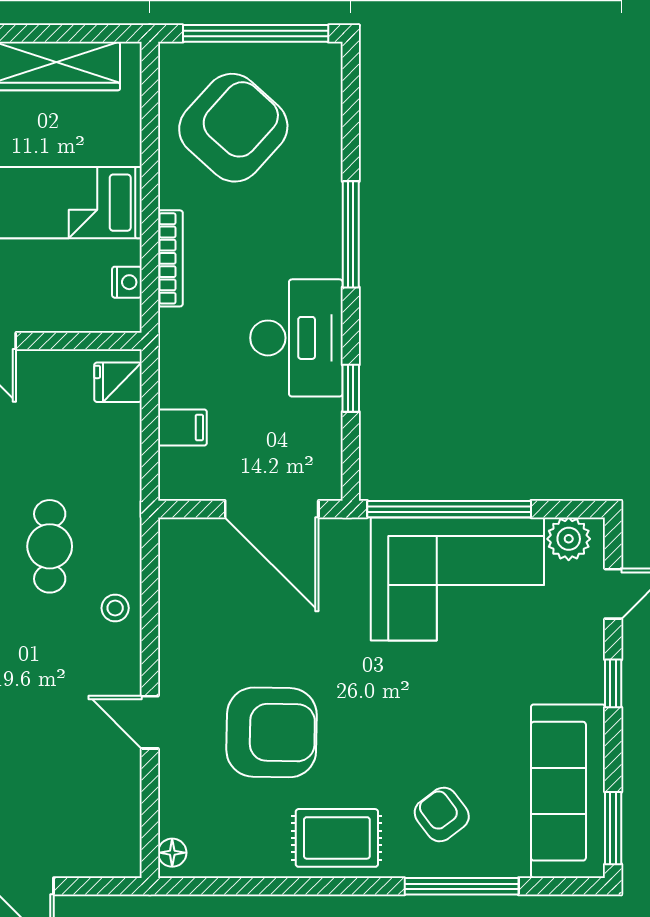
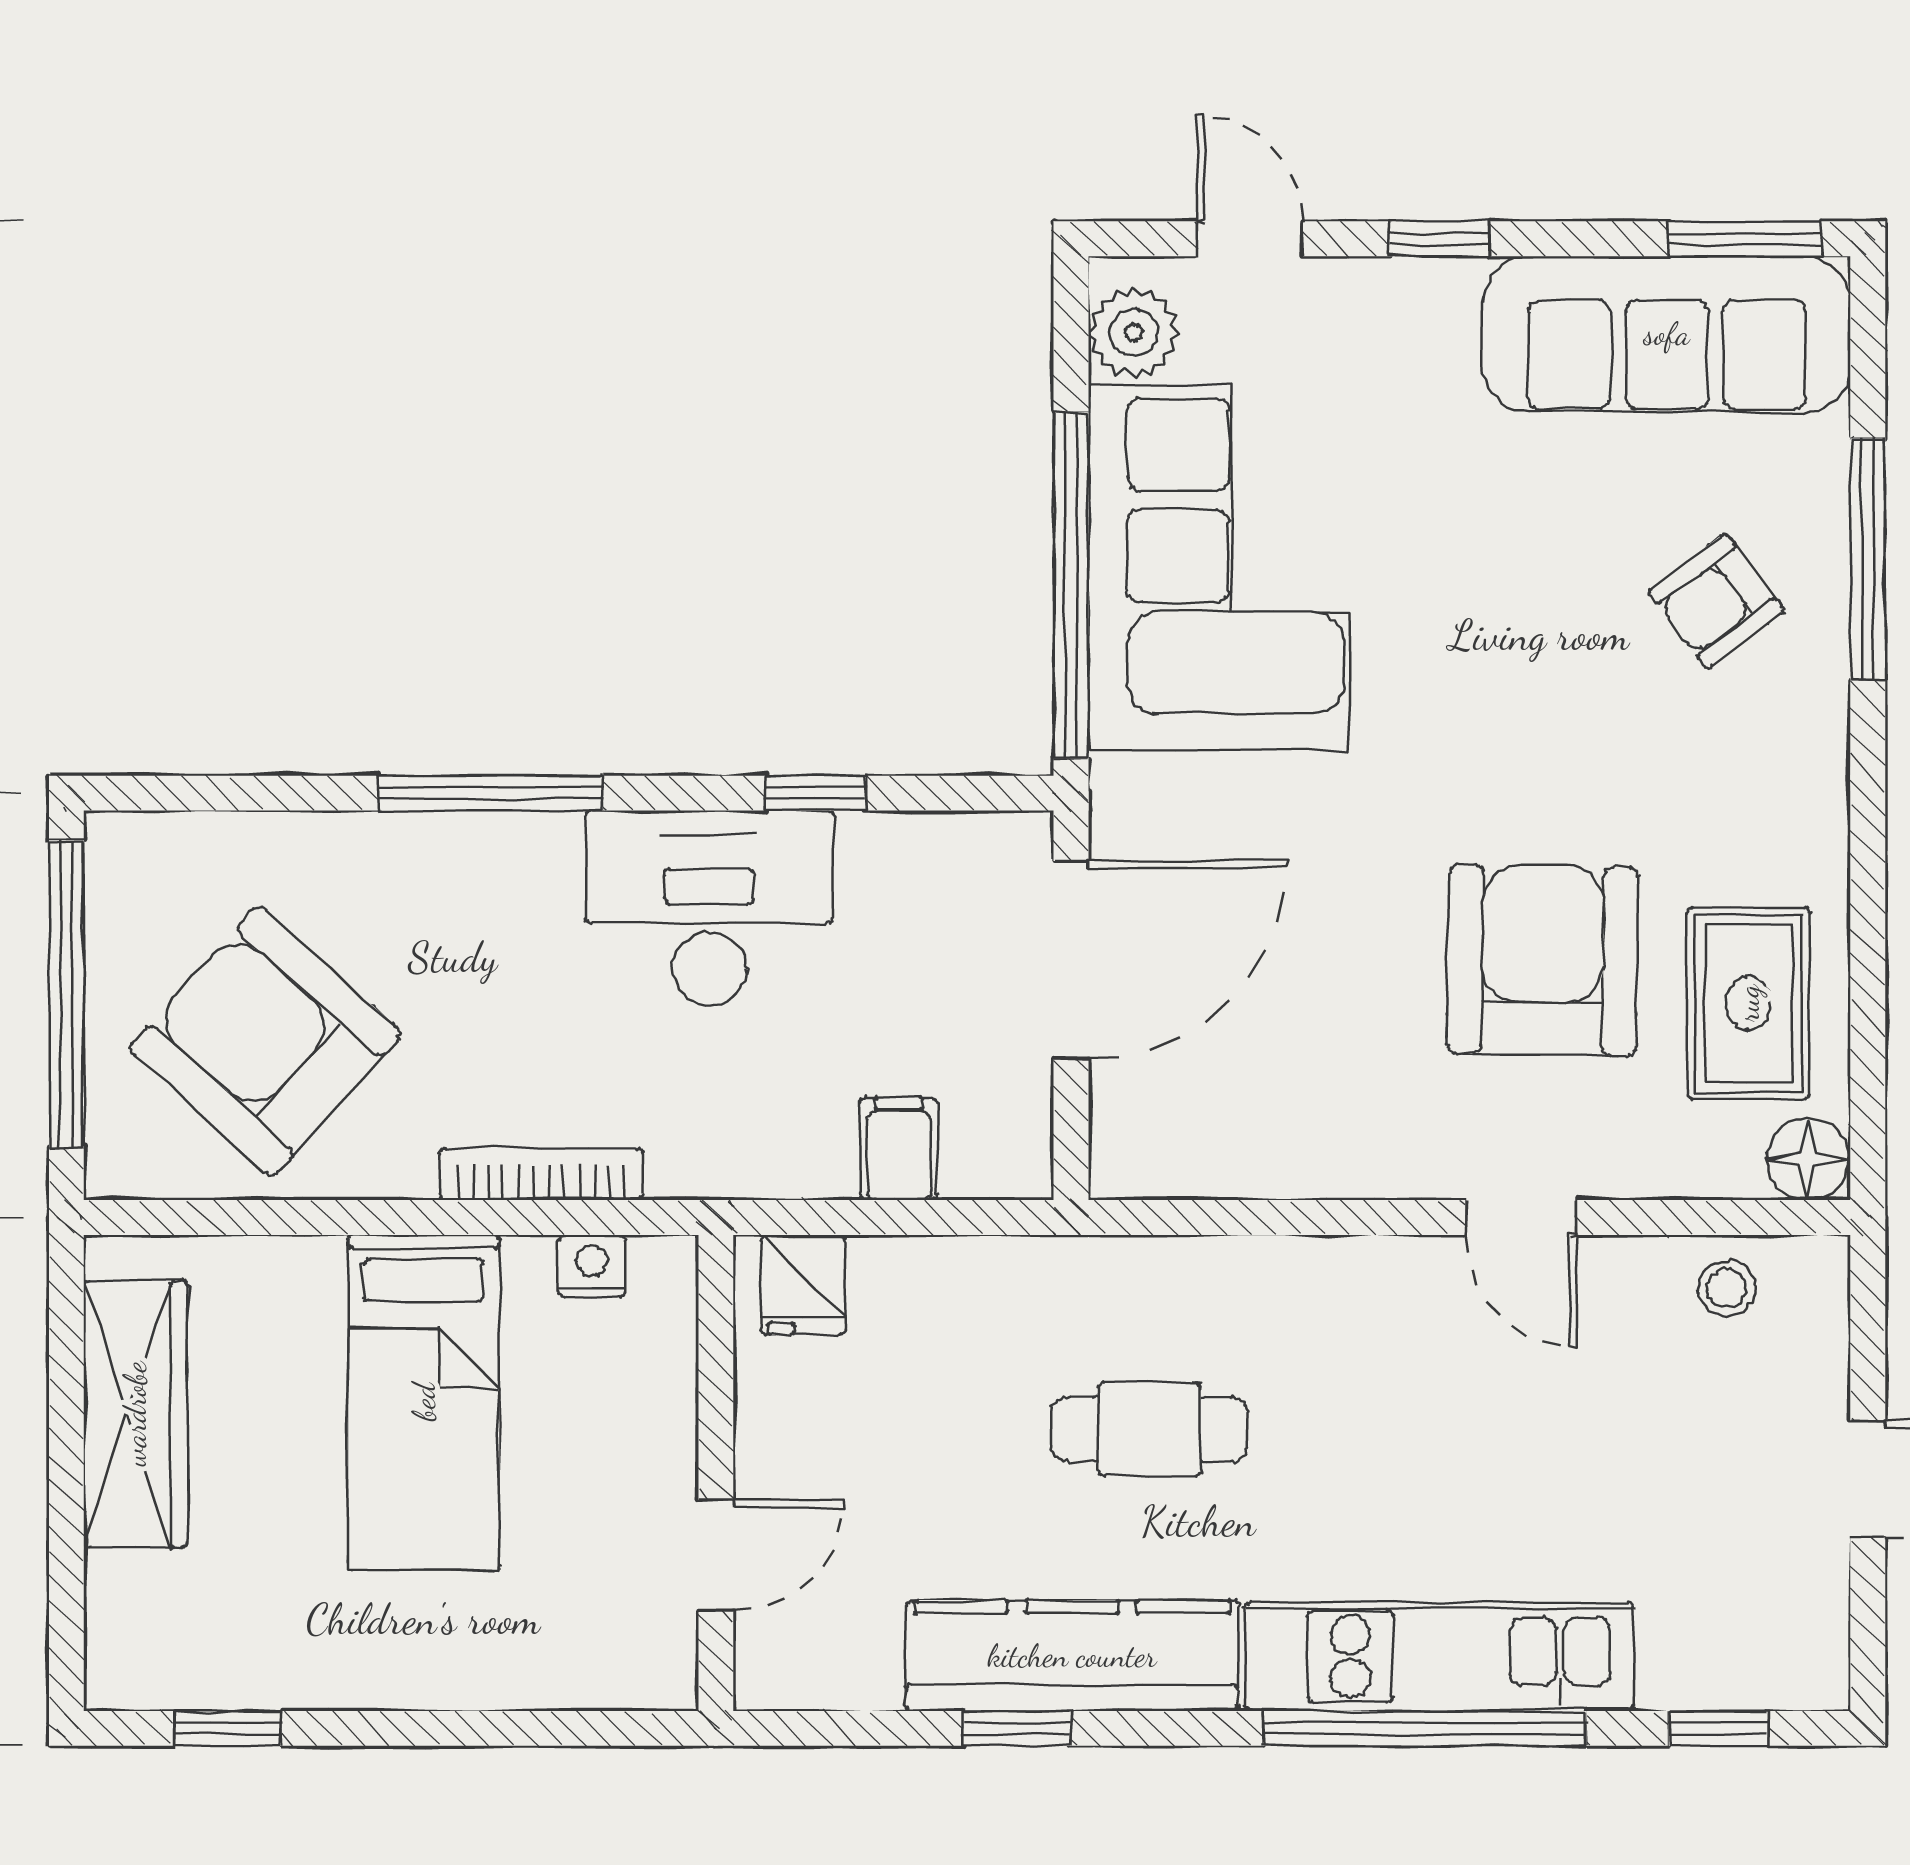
stool: (115, 608) -> (1727, 1288), moved
door: (150, 722) -> (1521, 1217), hinge flipped
rug: (337, 838) -> (1748, 1003), moved
floor lamp: (172, 853) -> (1808, 1159), width x1.37, depth x1.37

